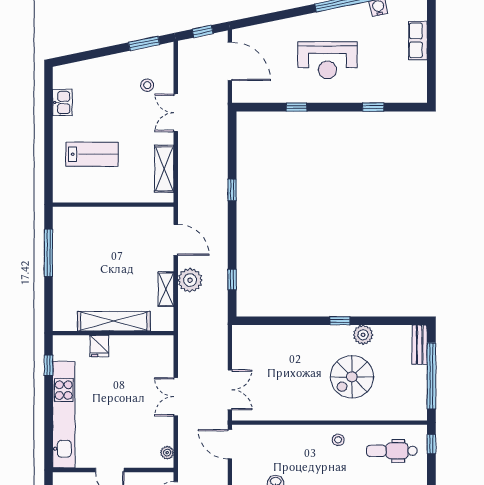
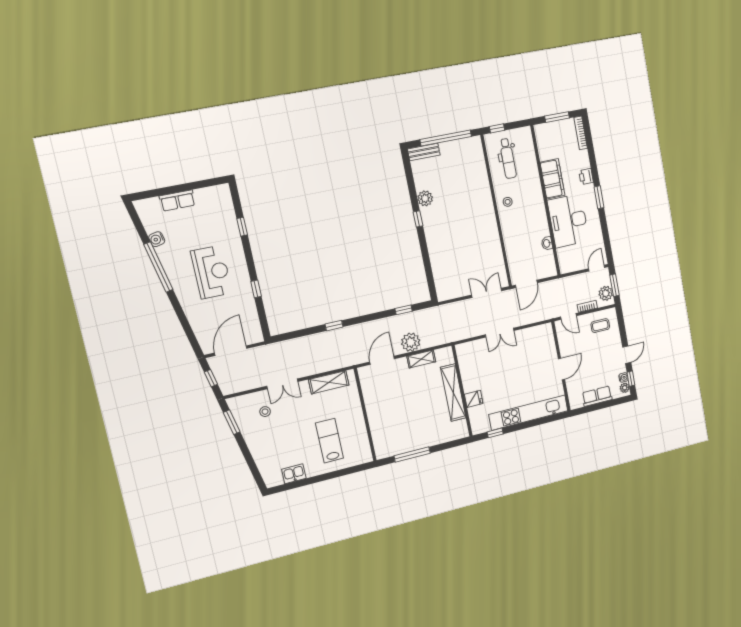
spiral stairs: (352, 377) -> (459, 201), removed
plant: (167, 453) -> (541, 330), removed

